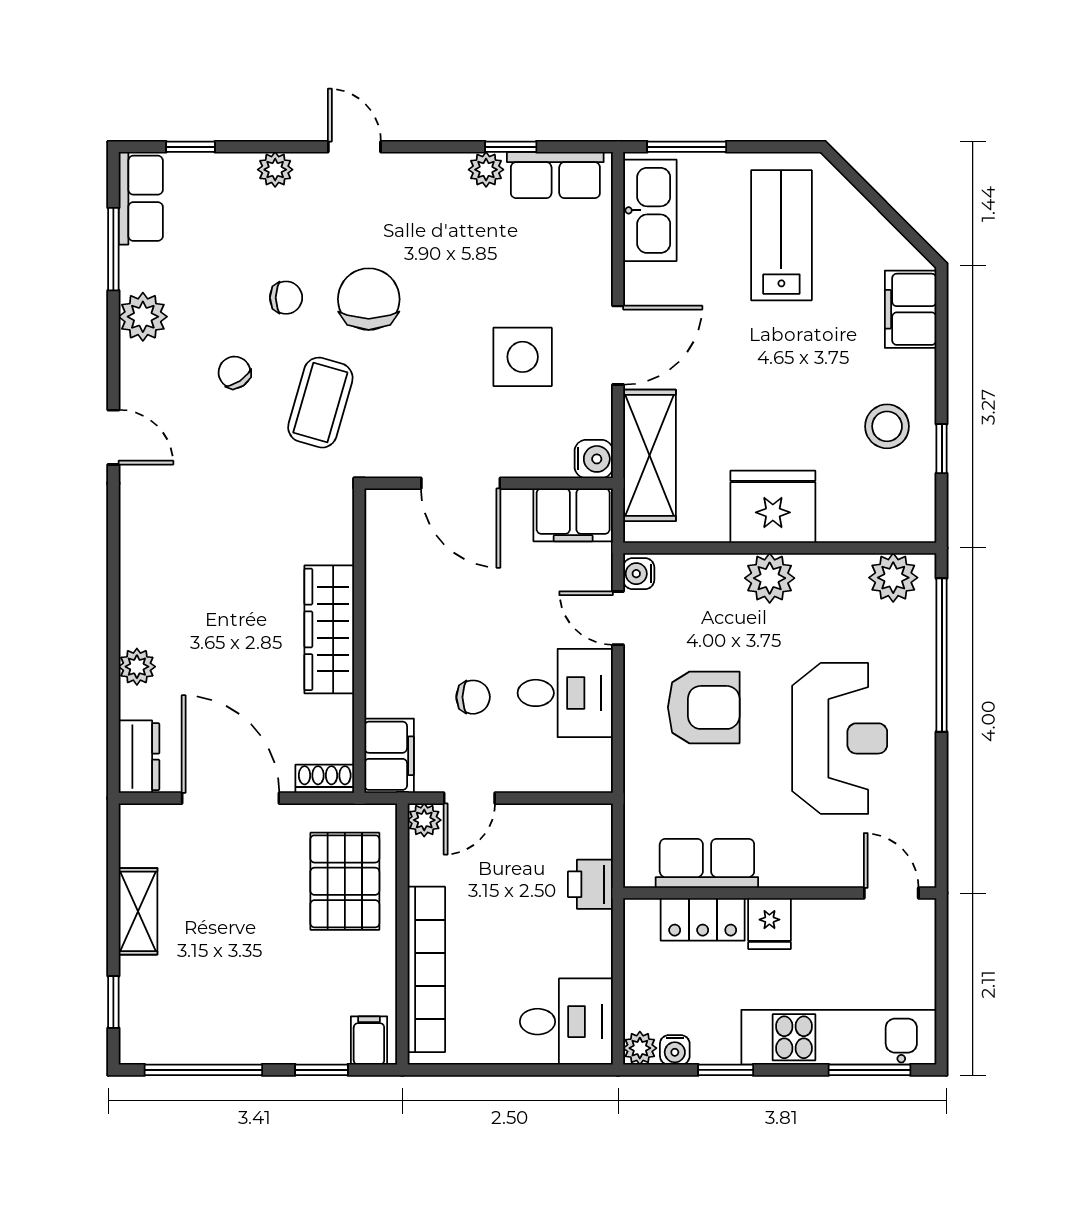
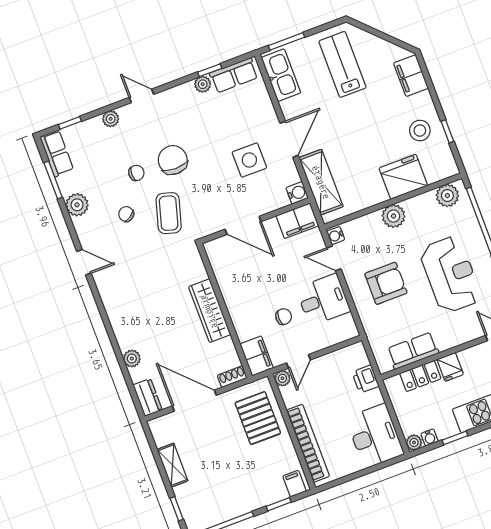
fridge: (773, 507) -> (403, 177), moved
desk: (566, 1022) -> (375, 436), width x1.37

